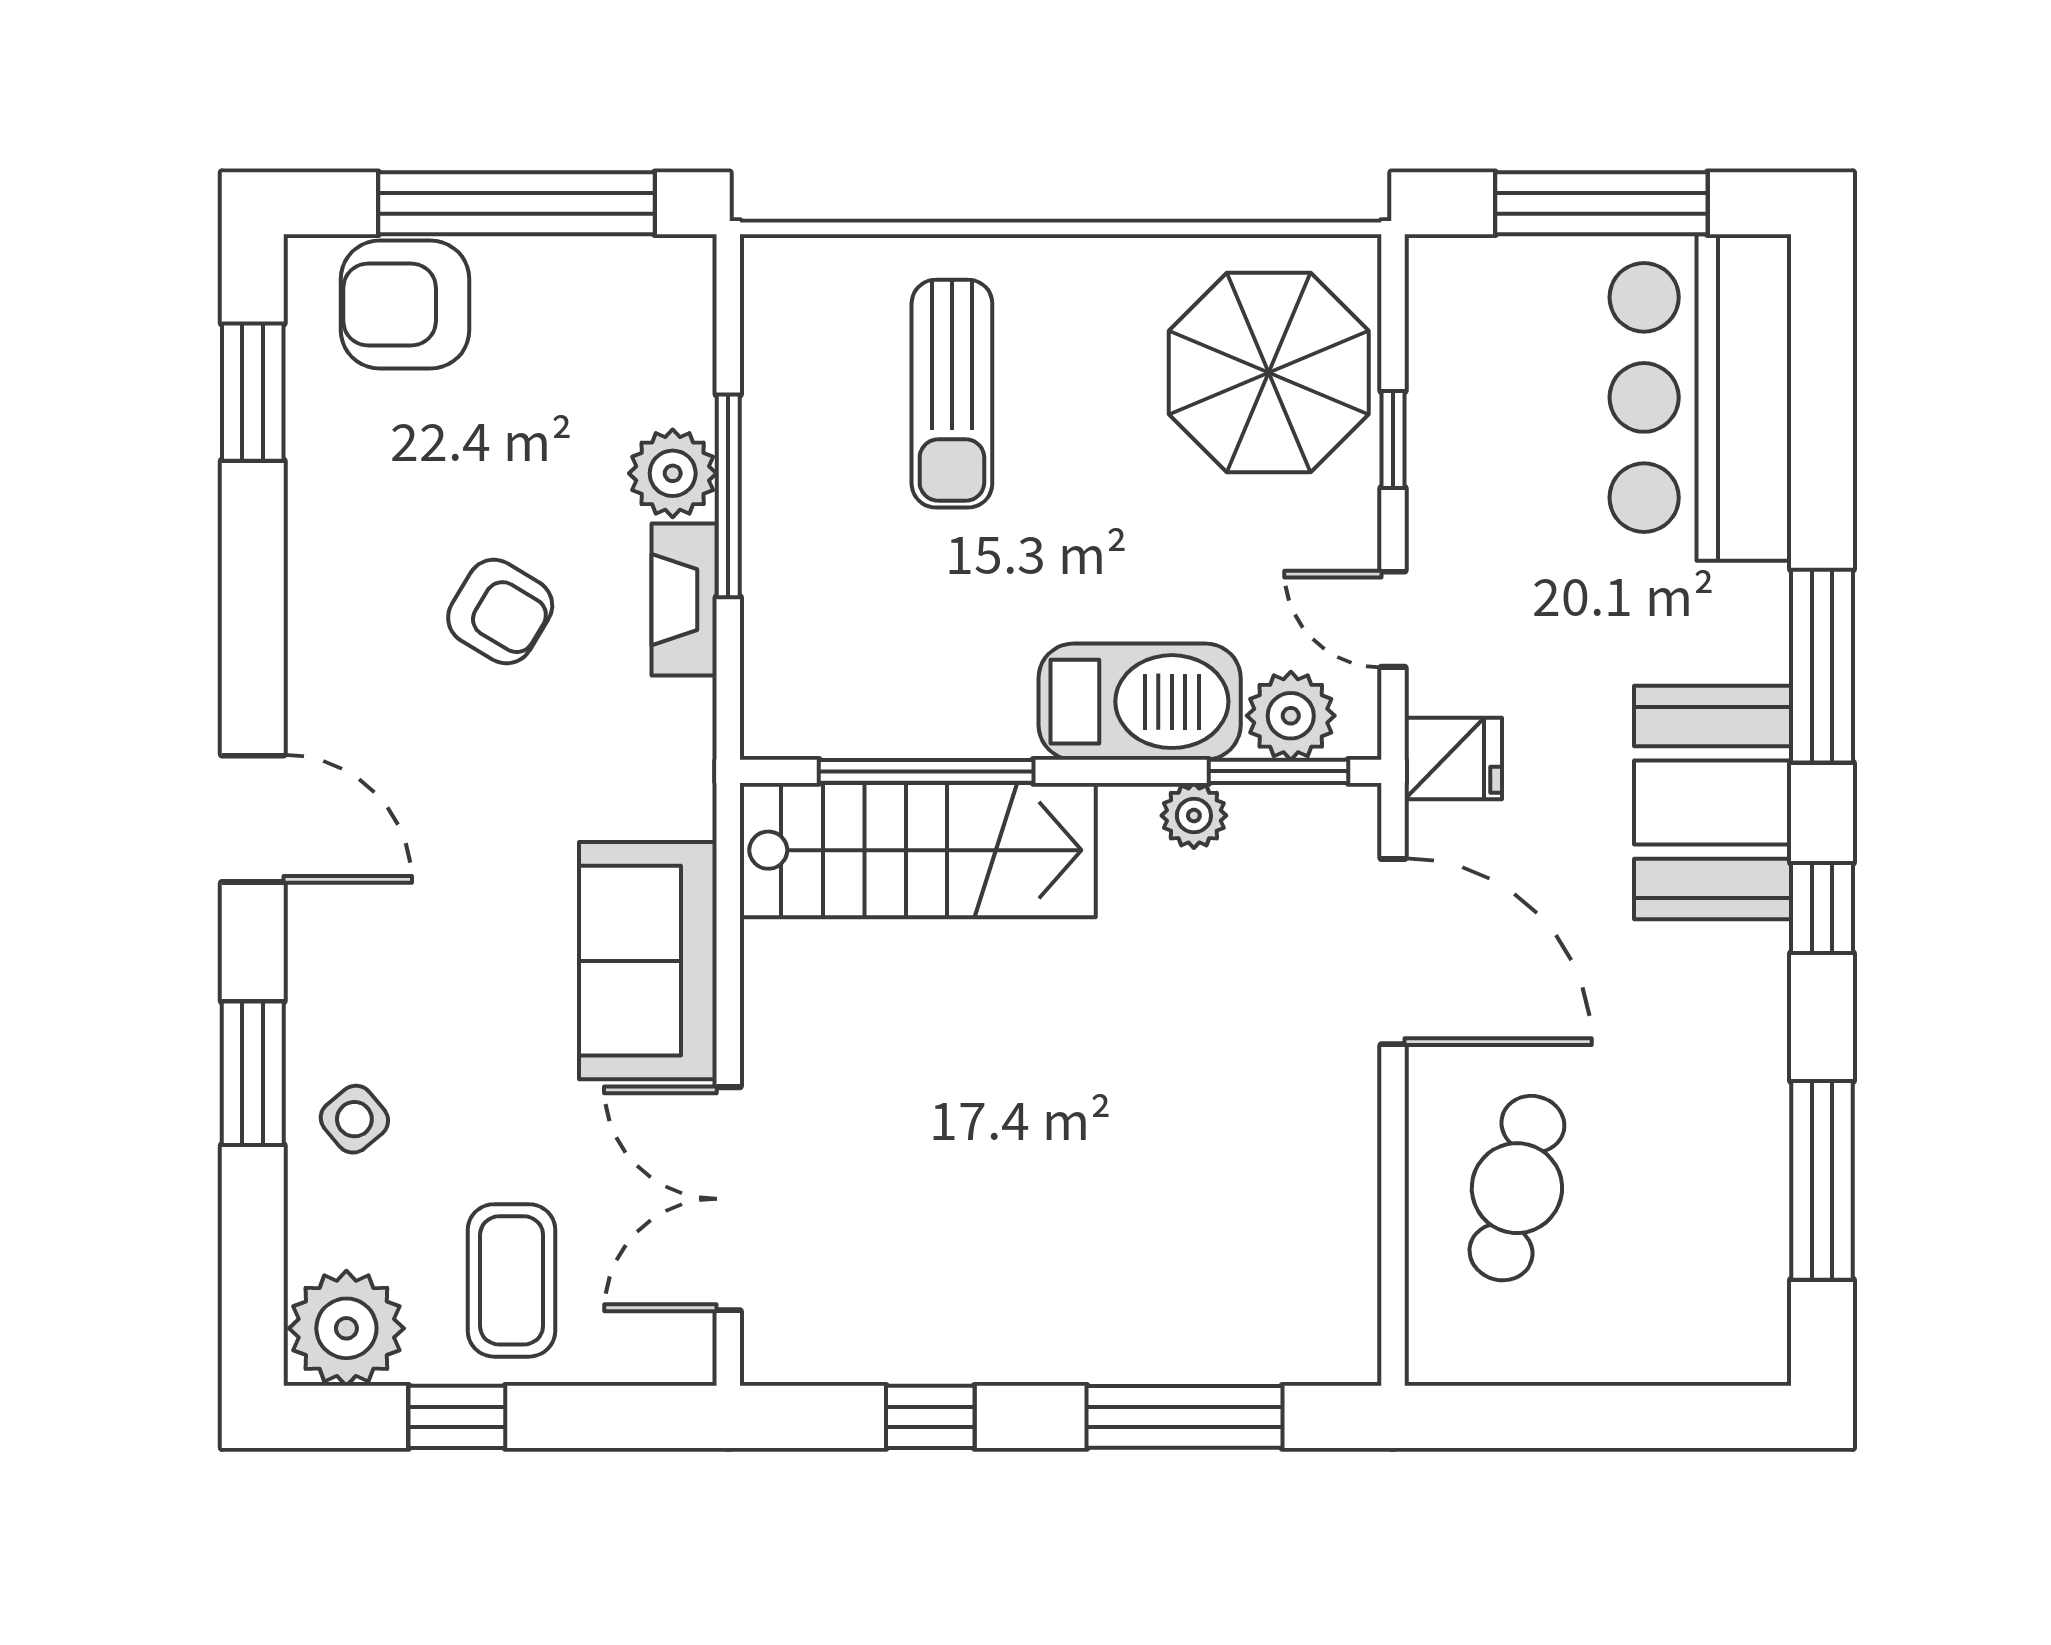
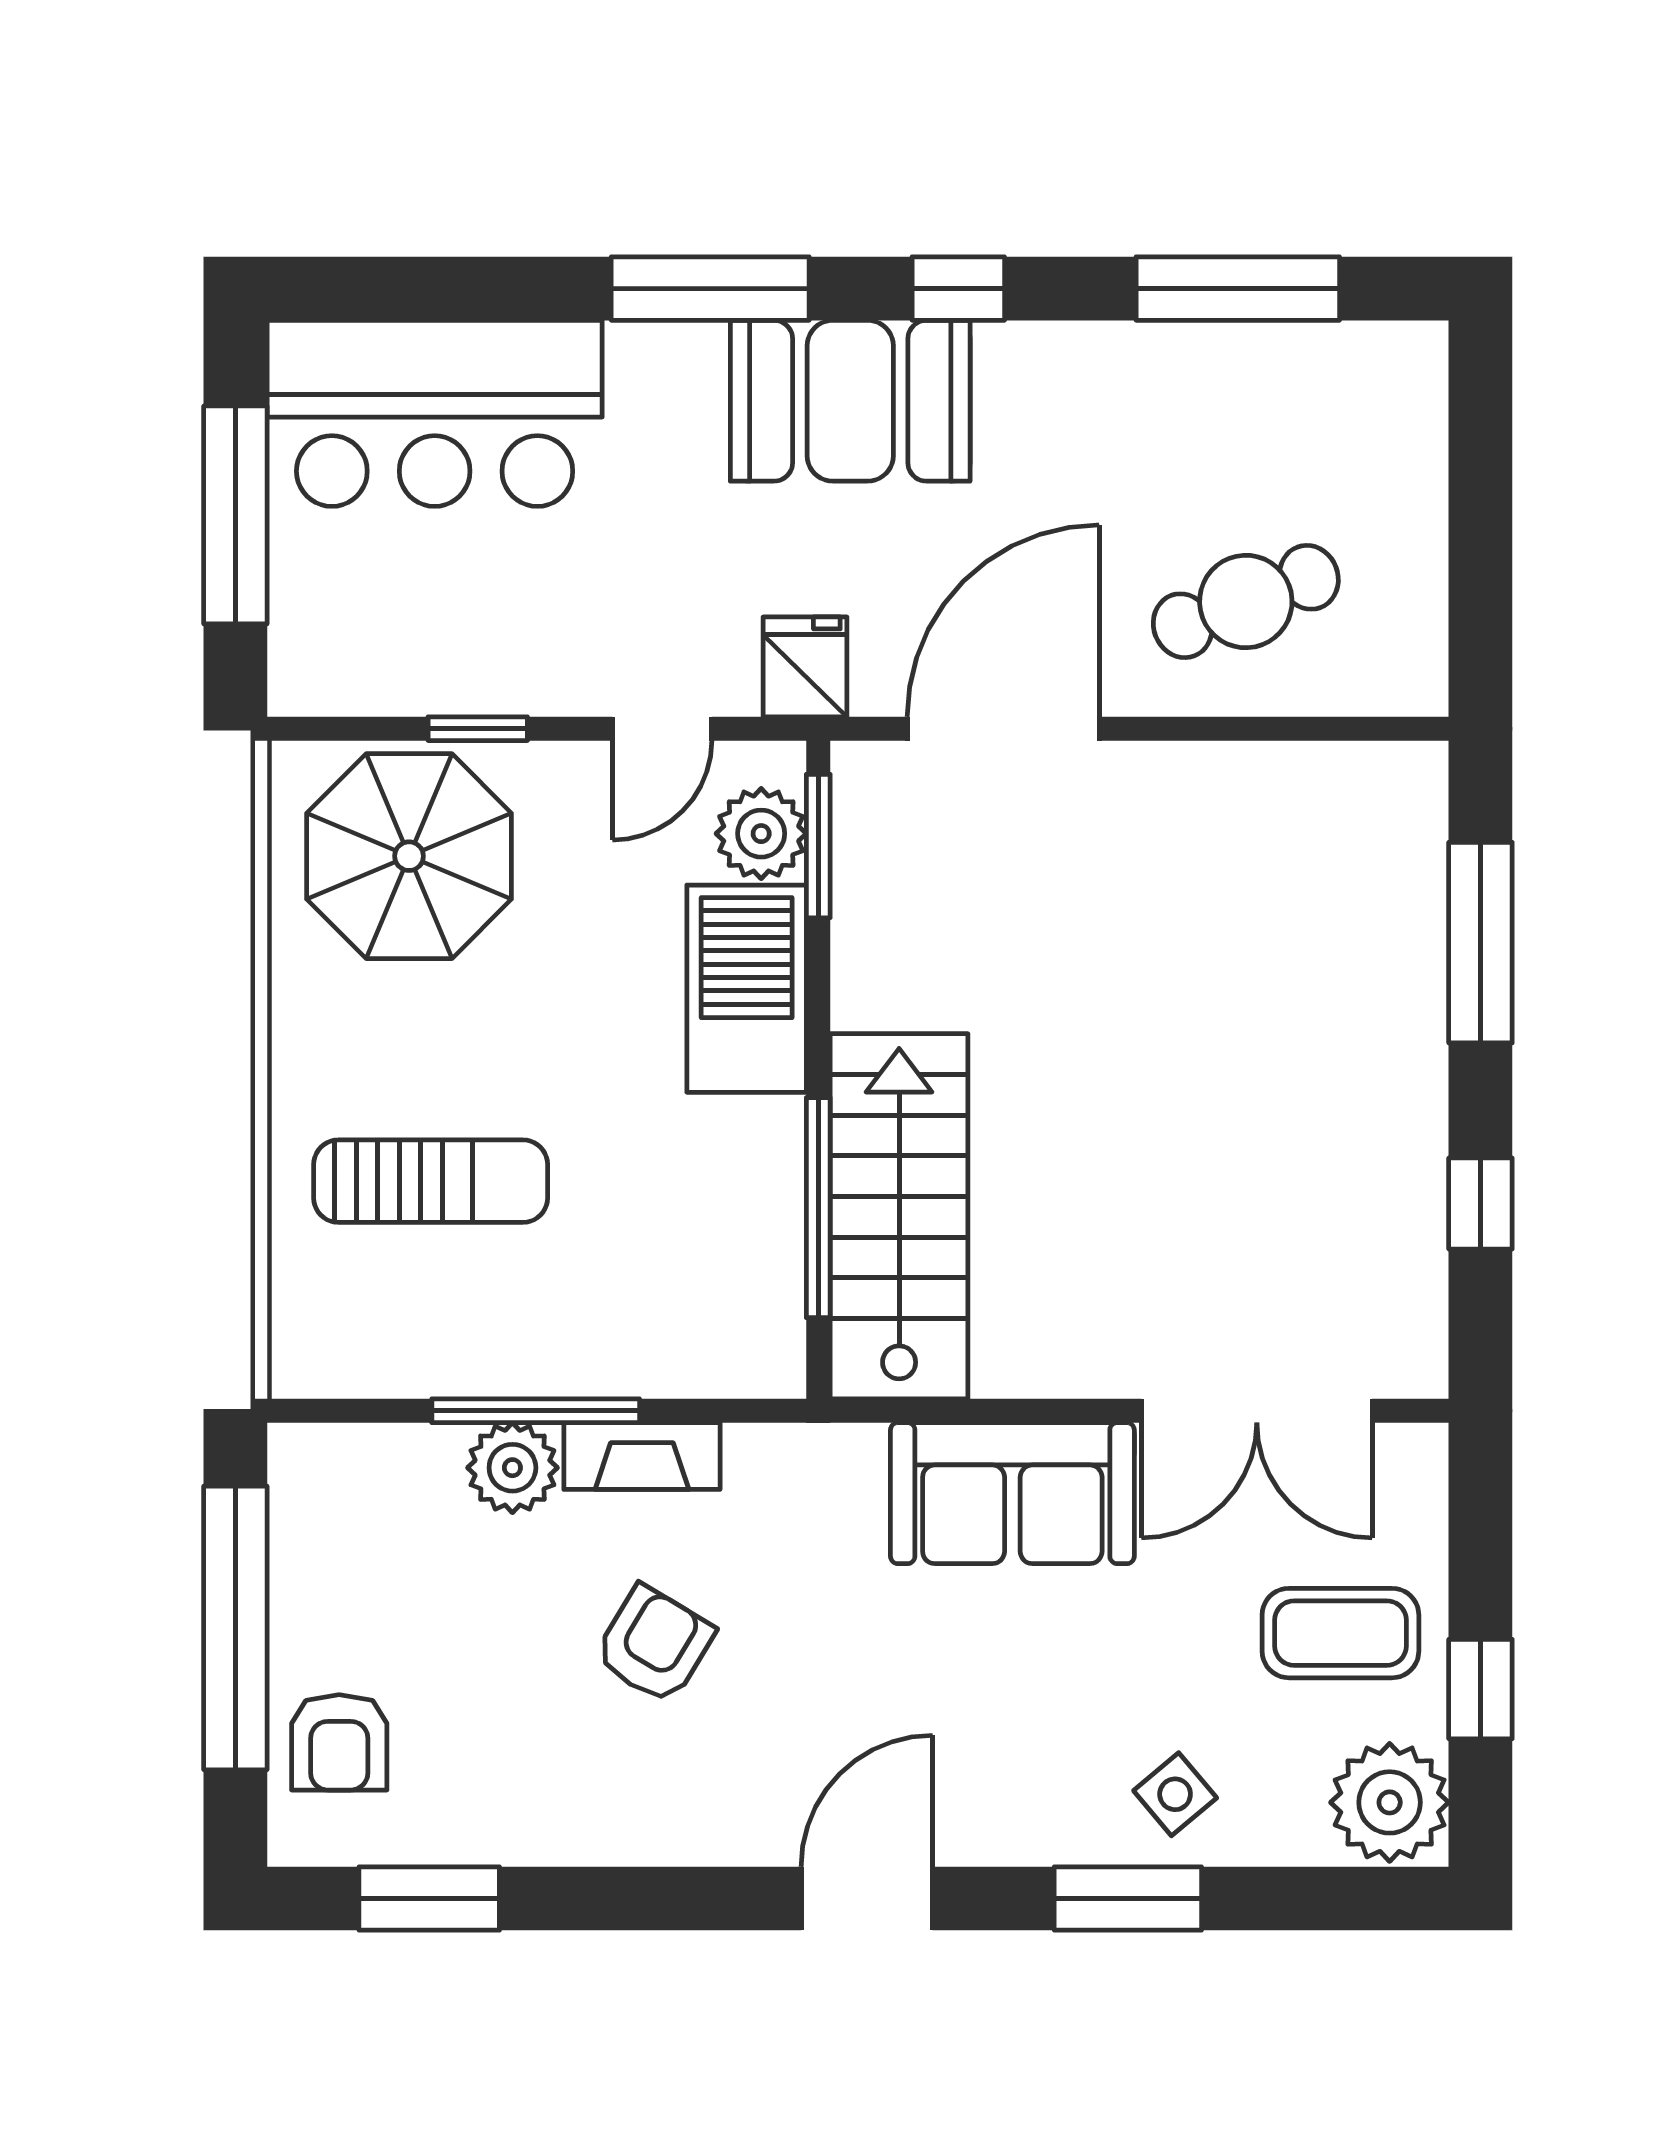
armchair: (405, 305) -> (339, 1742), width x0.72, depth x0.72
plant: (1194, 816) -> (864, 933), removed
cafe table: (1517, 1188) -> (1246, 602), turned -35

